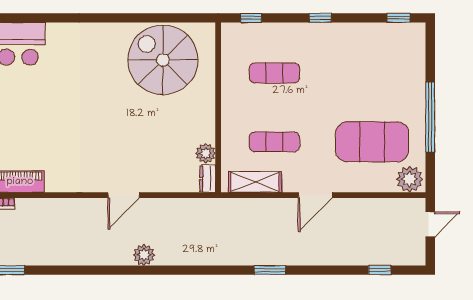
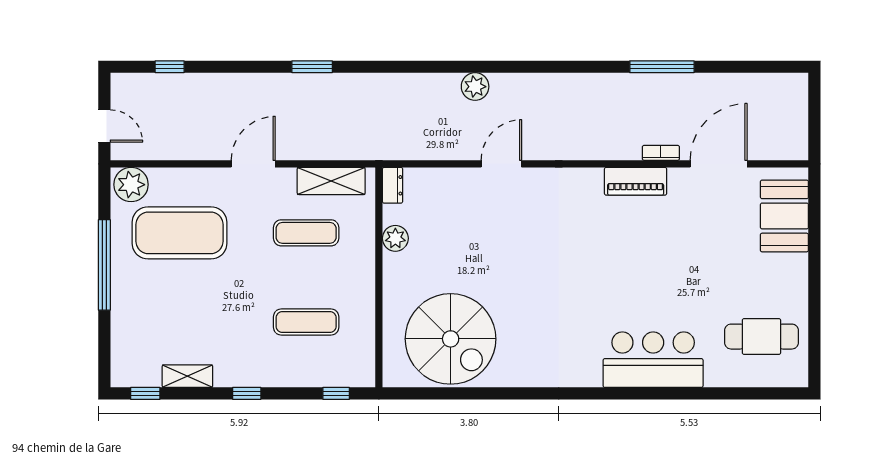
shelving: (366, 31) -> (187, 376), added
plant: (206, 153) -> (395, 238), moved
door: (430, 224) -> (104, 126), swing flipped

